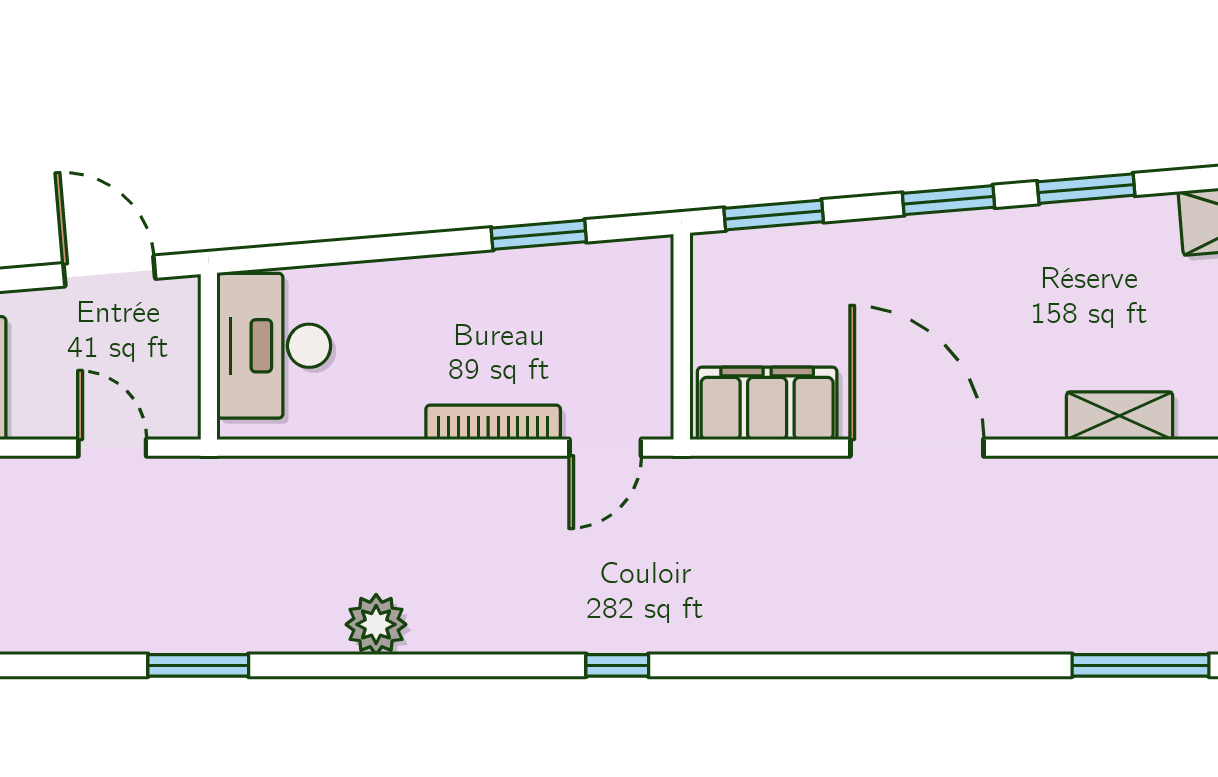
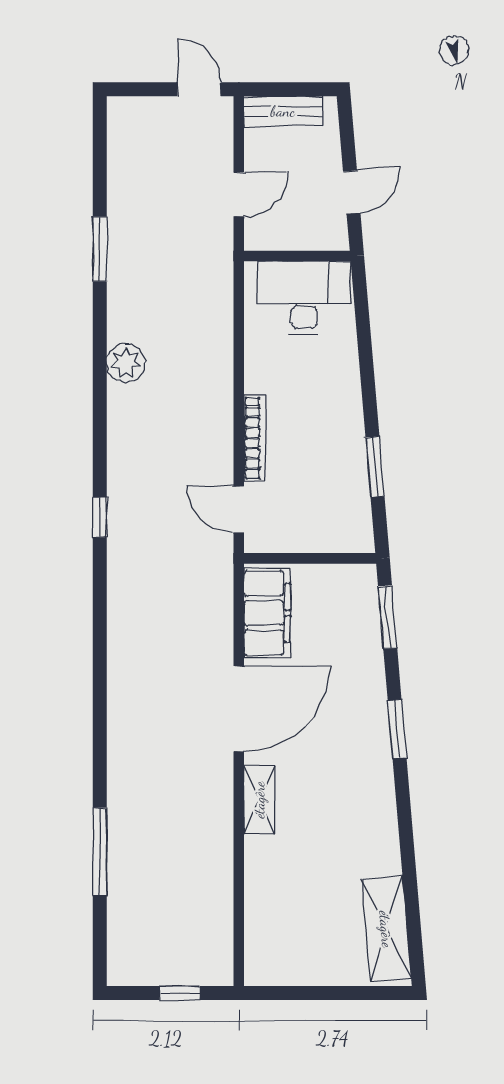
window: (1086, 189) -> (404, 817), removed
door: (109, 271) -> (352, 192), width x0.73
shelving: (1120, 416) -> (259, 800), moved

